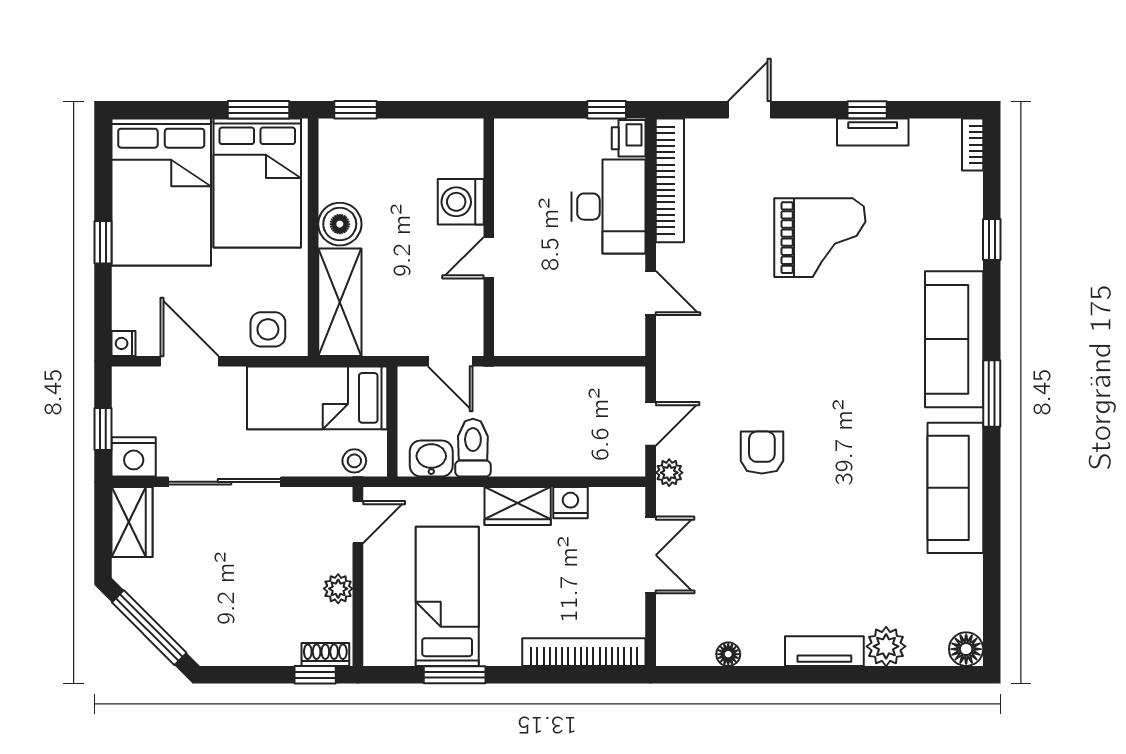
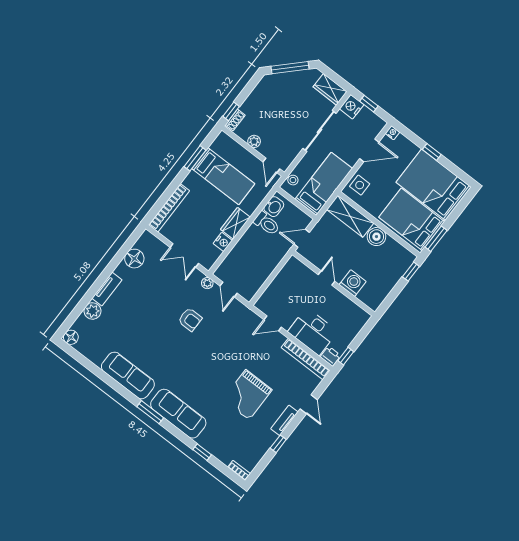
tv unit: (873, 132) -> (284, 420), moved
floor lamp: (728, 654) -> (134, 259), width x1.89, depth x1.89

